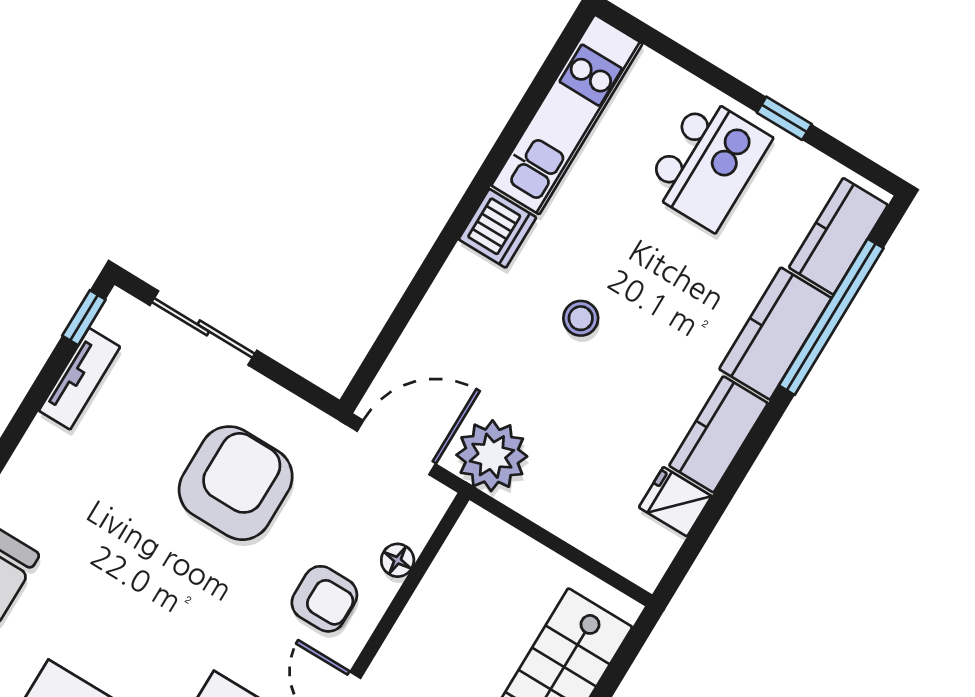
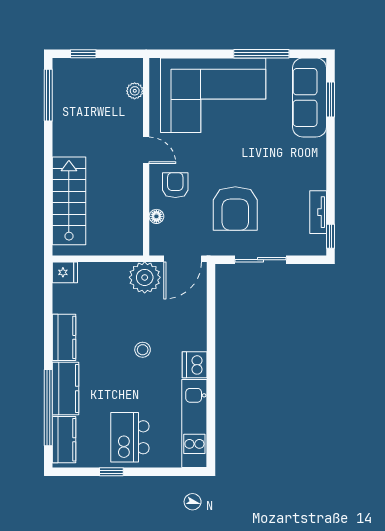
sliding door: (203, 328) -> (260, 260), moved
fridge: (675, 502) -> (65, 272), moved
armchair: (324, 599) -> (175, 185), turned 90

